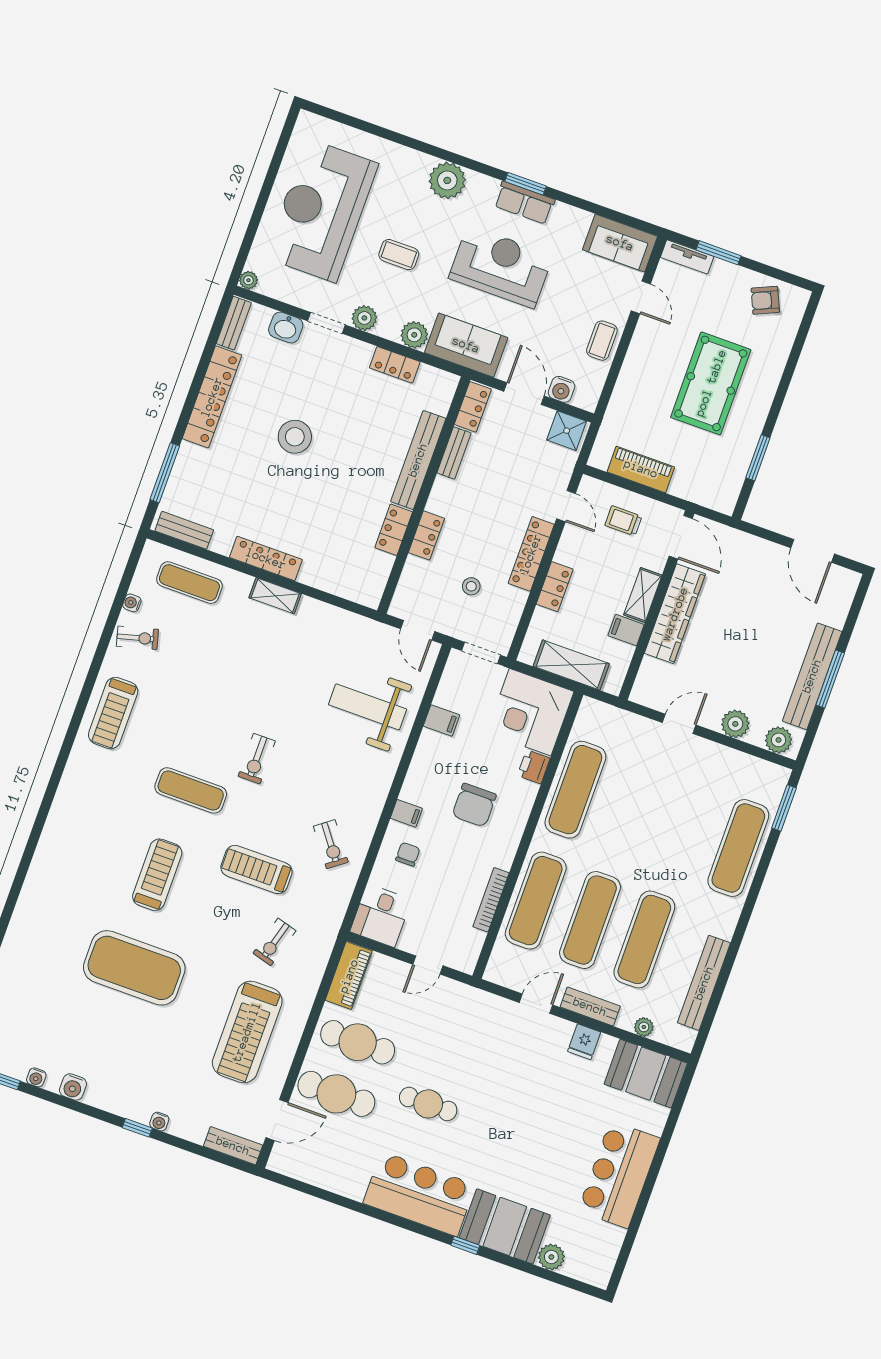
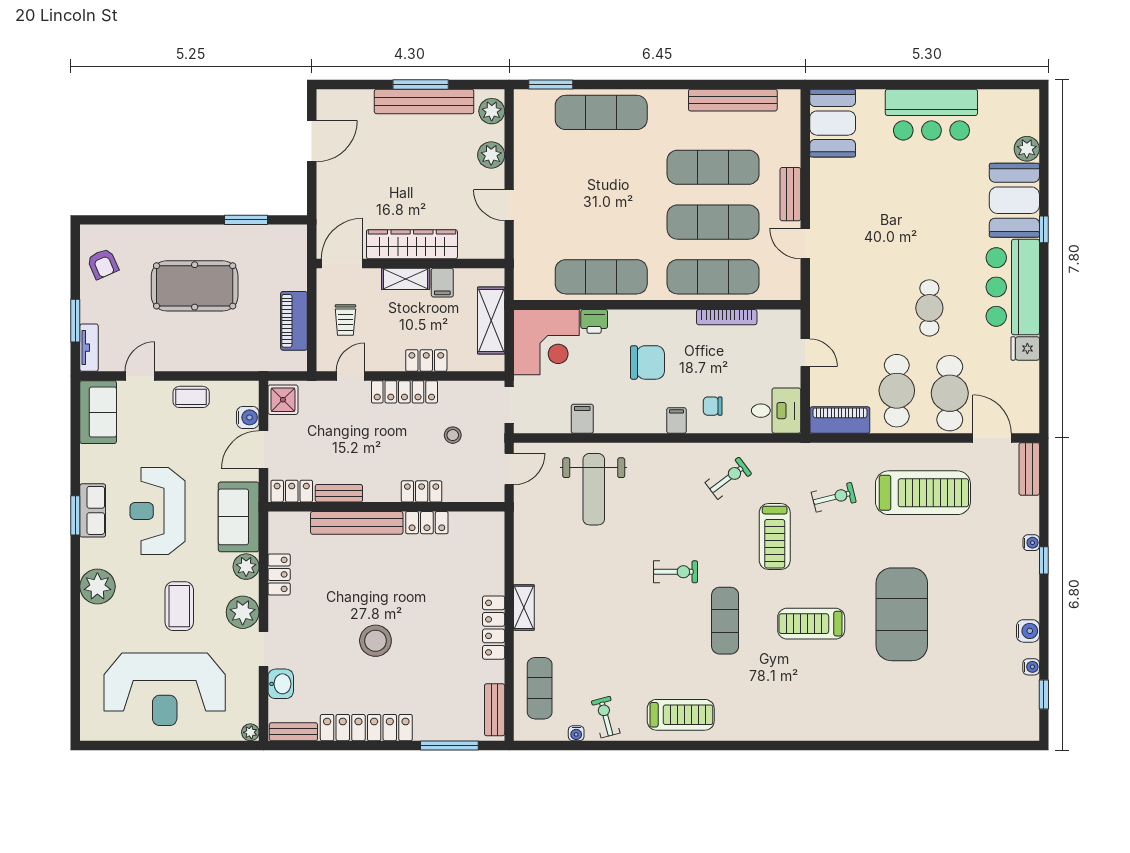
coffee table: (399, 255) -> (179, 606), width x1.36, depth x1.30
plant: (364, 318) -> (243, 612), width x1.36, depth x1.36
exercise bike: (274, 942) -> (834, 497), turned -30
plant: (644, 1027) -> (792, 140), removed
fridge: (584, 1042) -> (1025, 348), moved, turned 180

